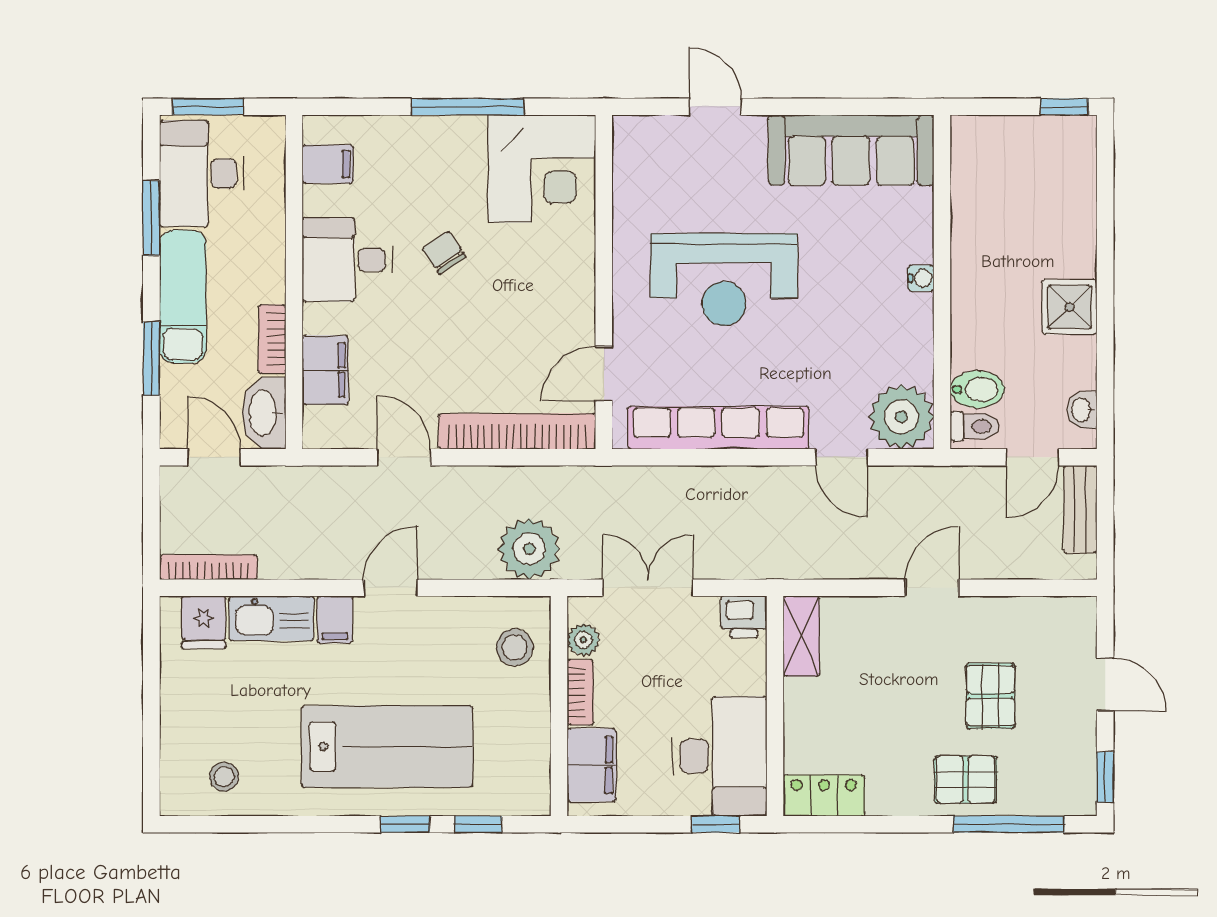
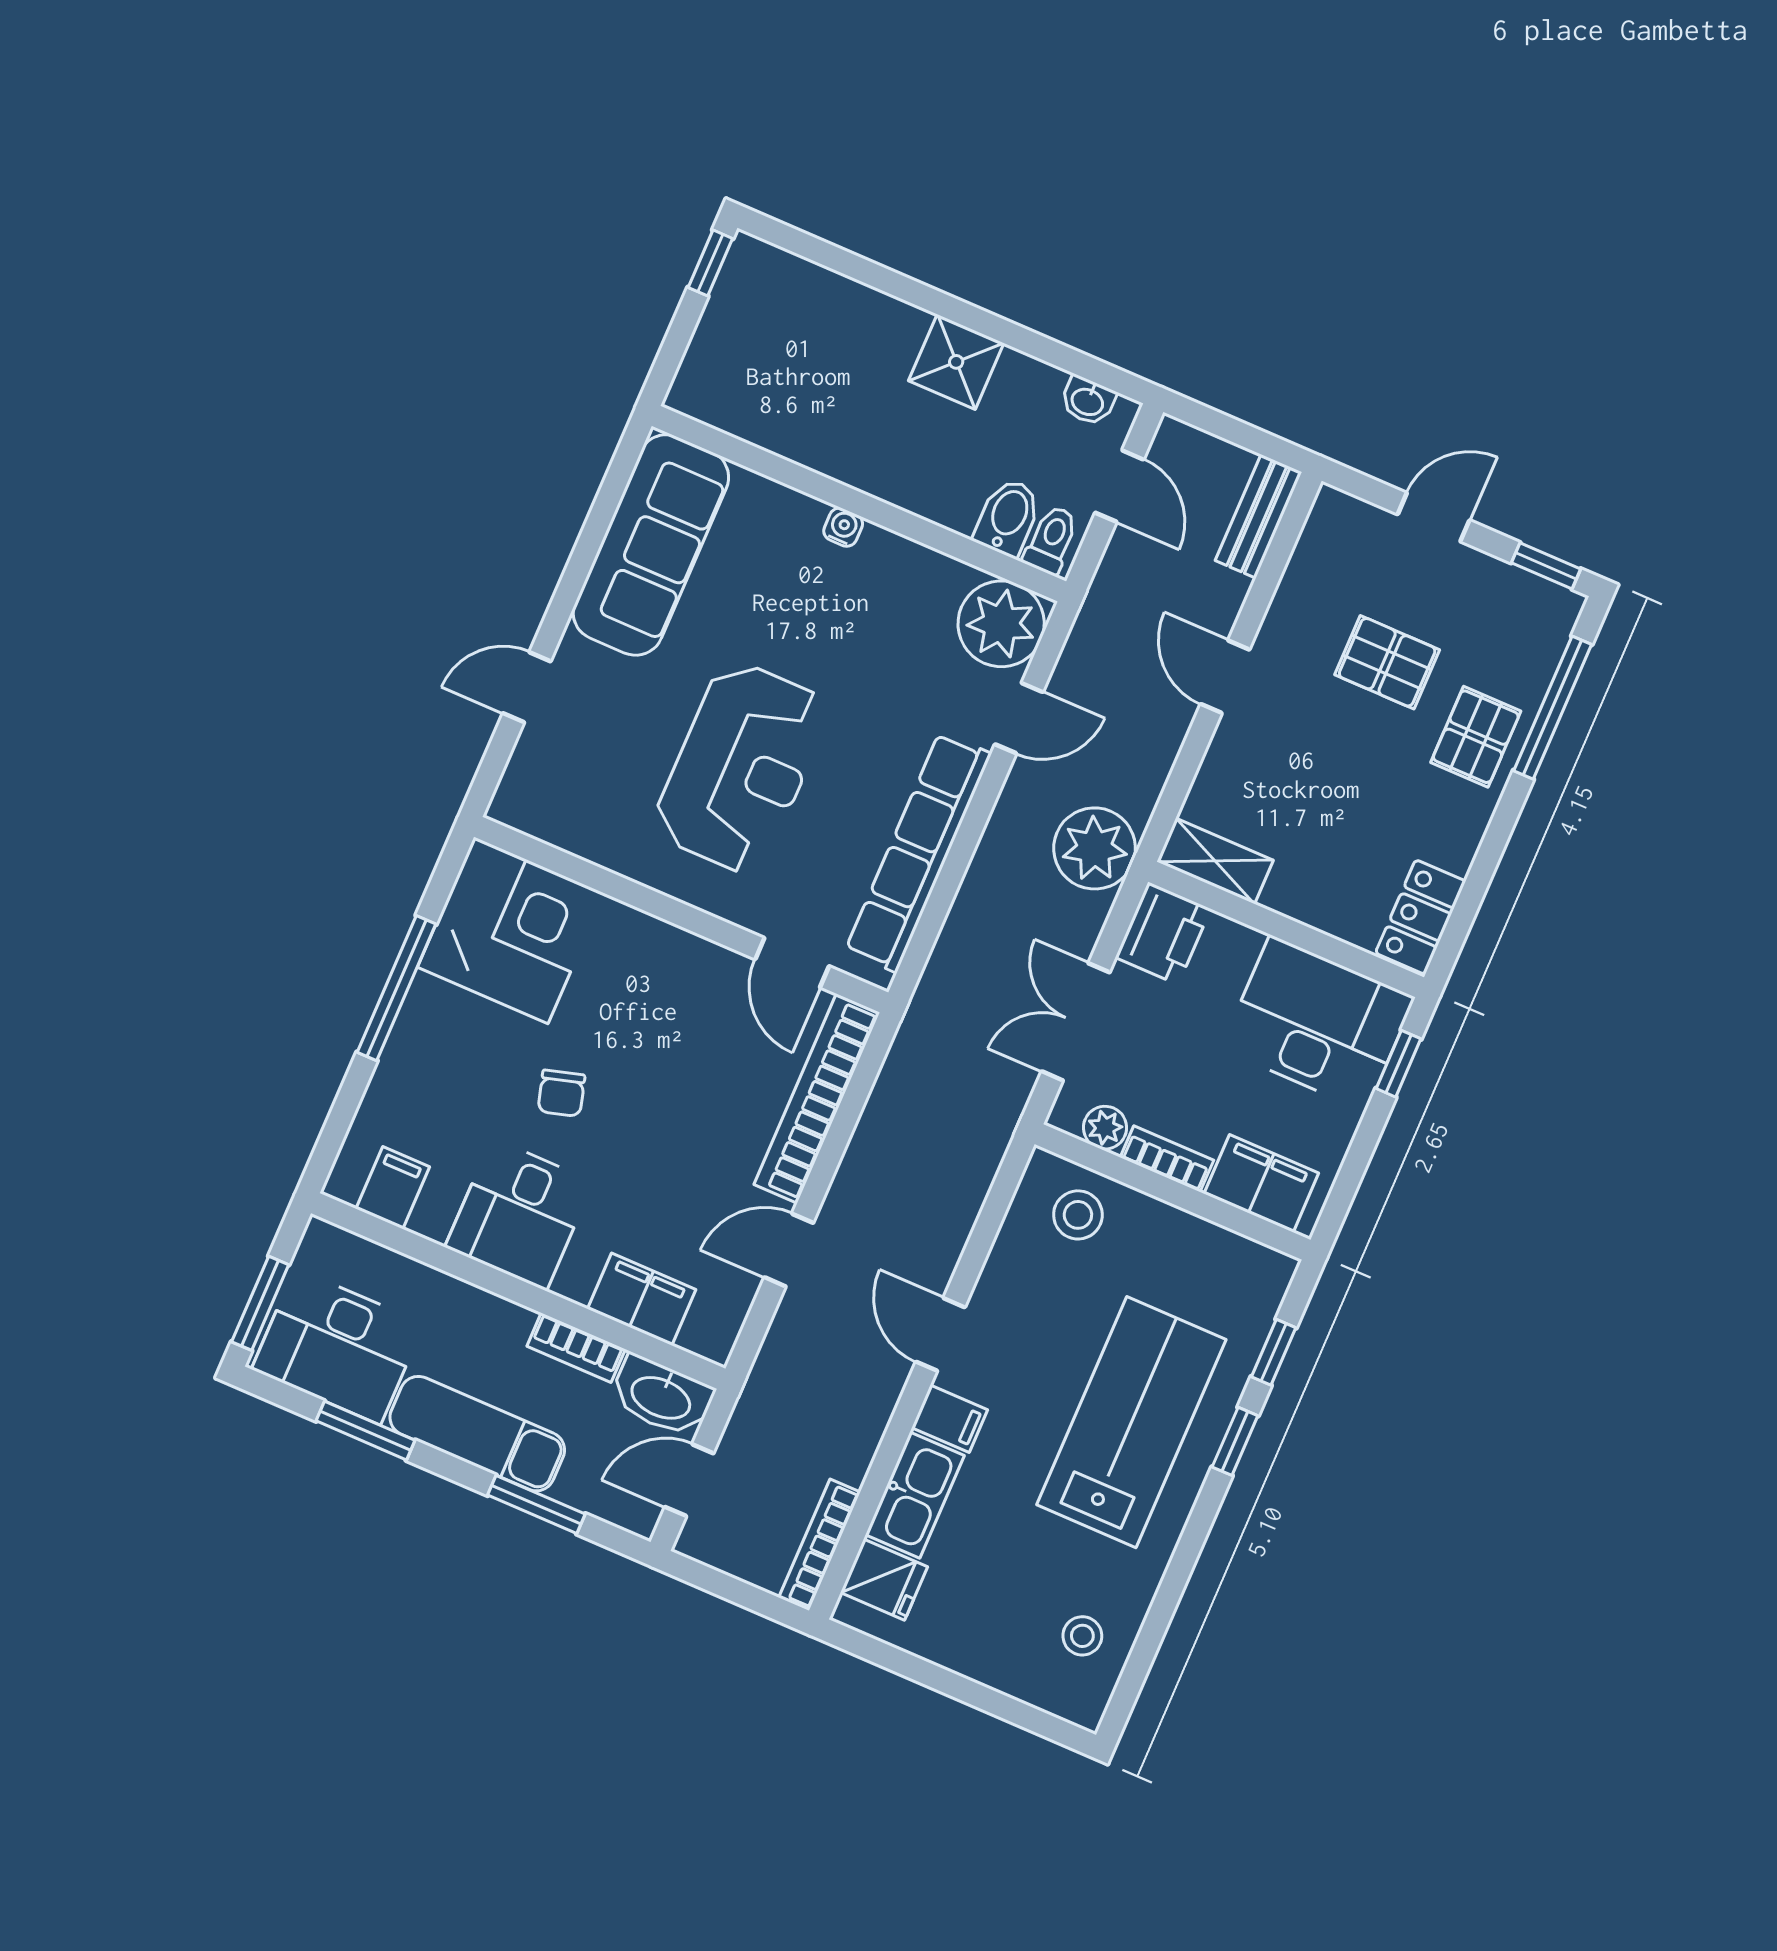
chair: (444, 253) -> (561, 1093), turned -72
bench: (1080, 509) -> (1259, 516), moved, turned 90
plant: (529, 549) -> (1095, 848), moved
printer: (744, 617) -> (1163, 933), width x1.36, depth x1.24

